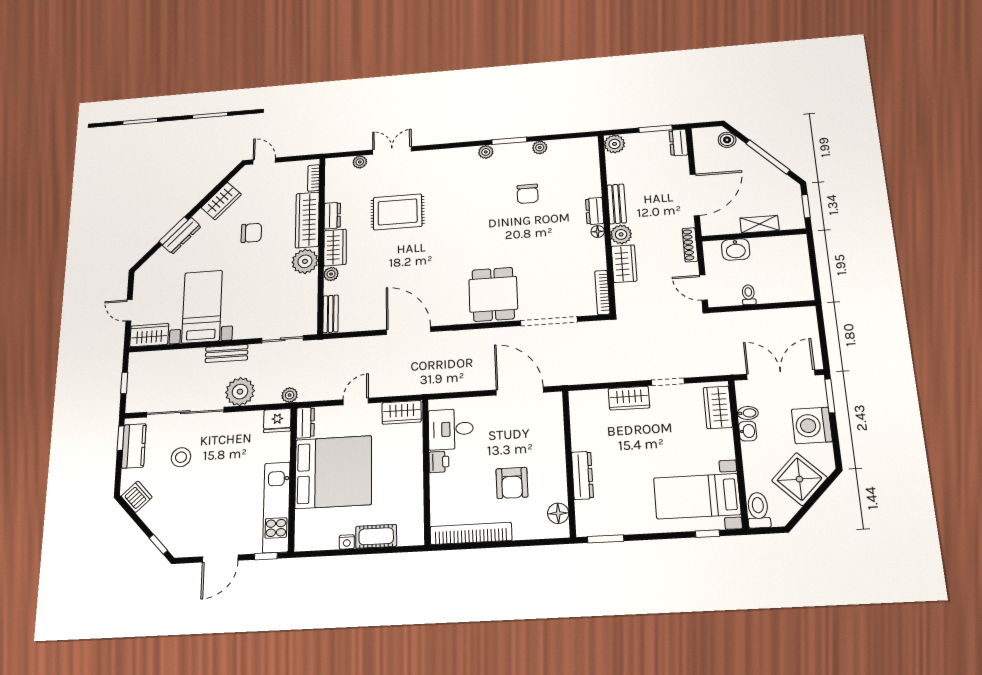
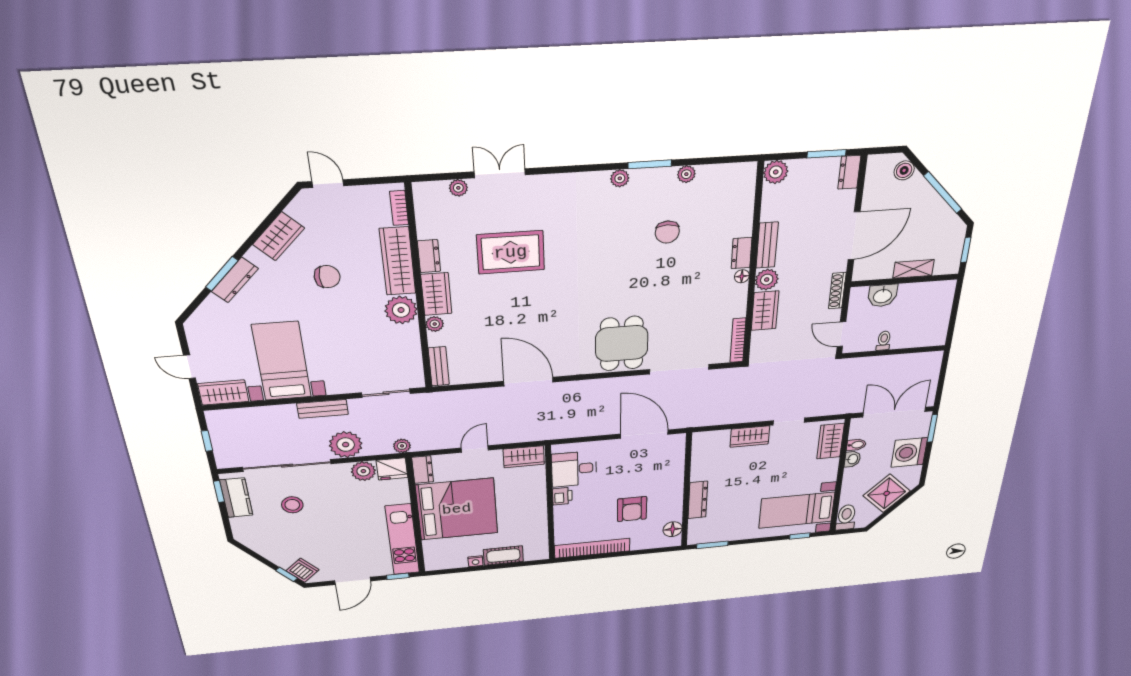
plant: (251, 422) -> (363, 471), added
dishwasher: (137, 497) -> (302, 570), moved

